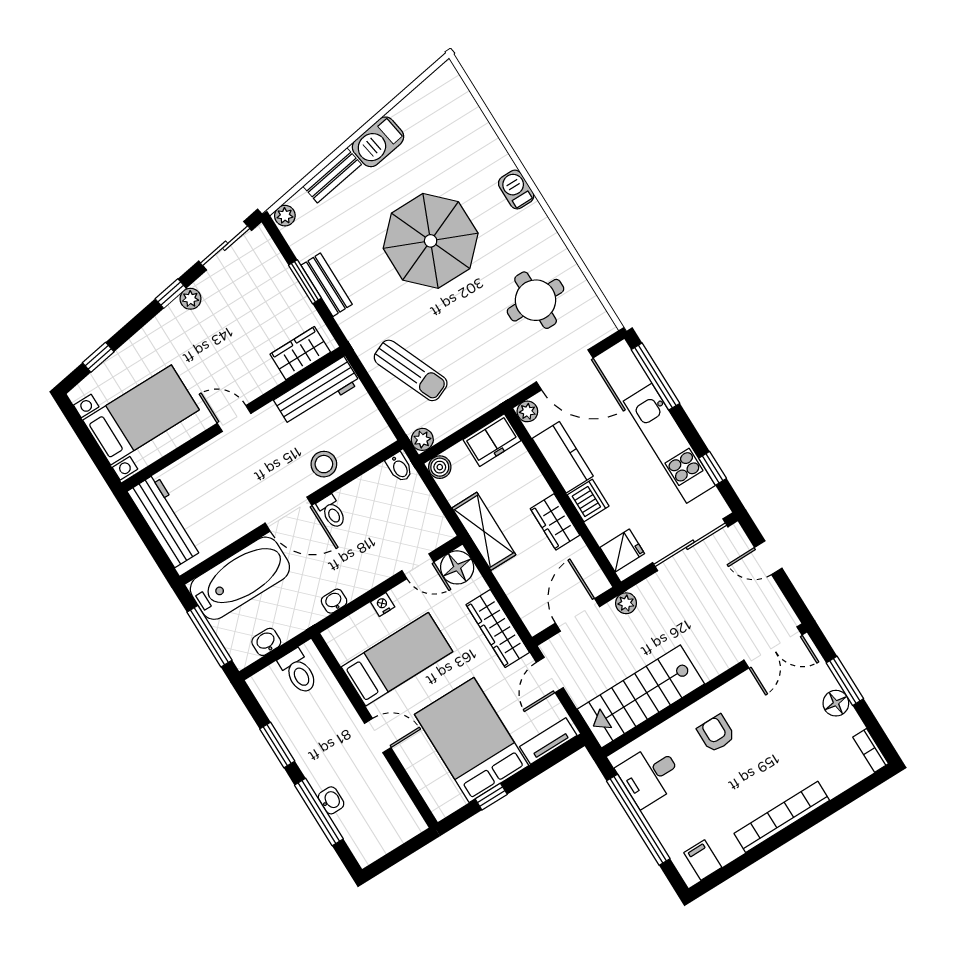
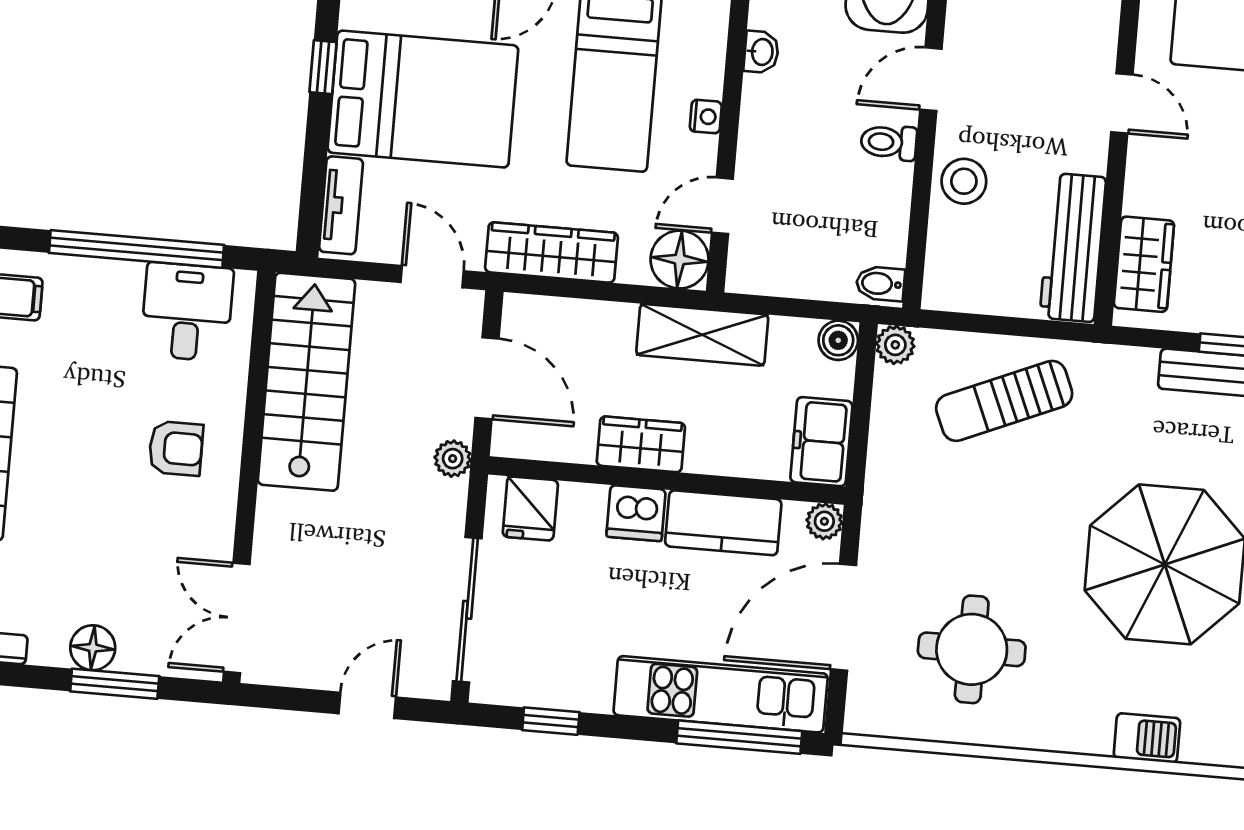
door: (234, 418) -> (1122, 103), hinge flipped
kitchen unit: (669, 443) -> (721, 694), moved
door: (288, 514) -> (931, 79), width x0.73

